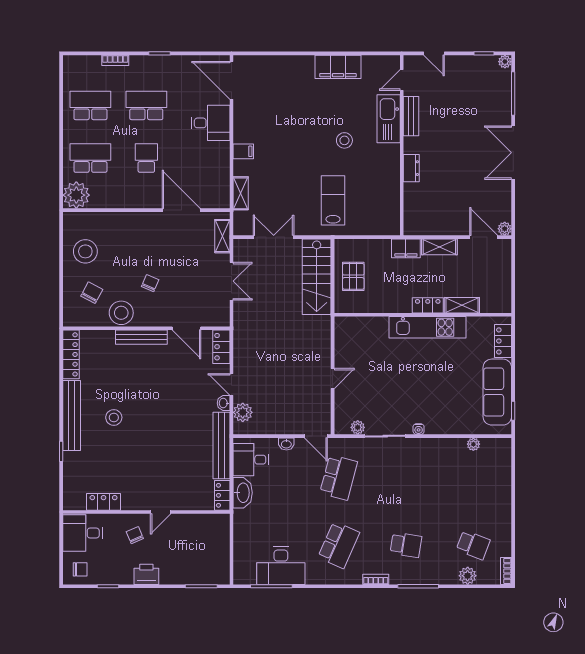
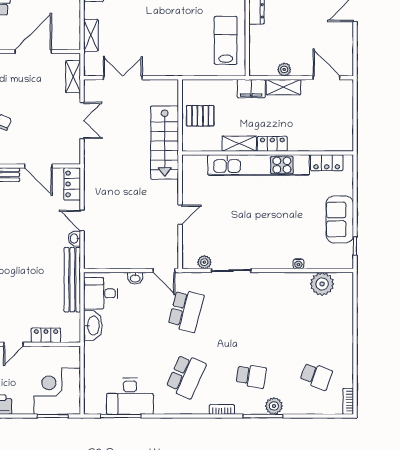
lab bench: (333, 200) -> (226, 40), moved
door: (181, 210) -> (33, 52), hinge flipped
plant: (505, 229) -> (284, 70), moved
pallet: (353, 276) -> (200, 116), turned 90
stairs: (317, 277) -> (165, 143), moved
shelving: (462, 305) -> (239, 144), moved
kitchen unit: (427, 327) -> (259, 165), width x1.36
locker: (503, 341) -> (327, 163), moved, turned -90
sofa: (497, 392) -> (340, 219), width x0.73
plant: (243, 412) -> (93, 248), removed
water cooler: (419, 429) -> (298, 264), moved
plant: (473, 444) -> (322, 284), width x1.88, depth x1.88
locker: (222, 495) -> (46, 335), moved, turned 90
corner desk: (206, 561) -> (57, 391), added
plant: (468, 576) -> (274, 406), moved

